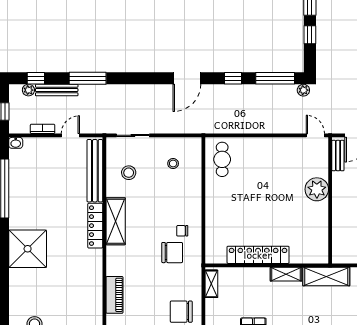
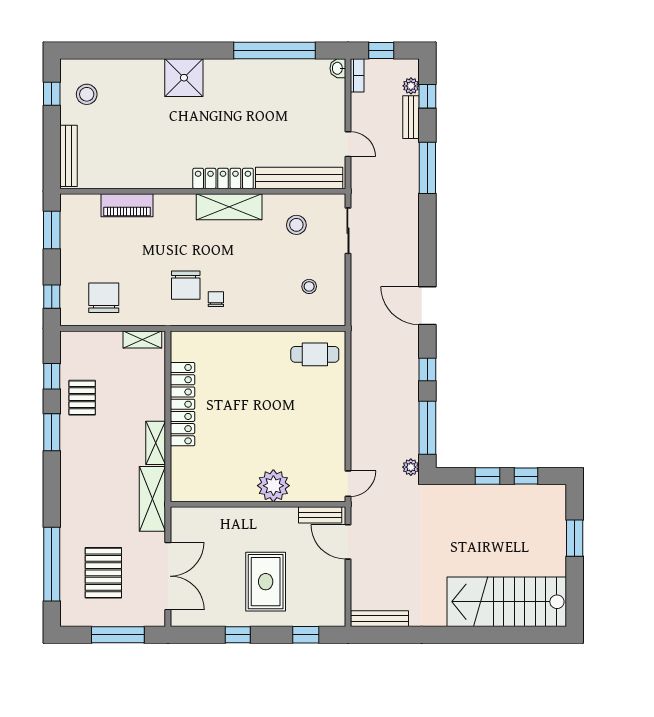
bench: (57, 90) -> (411, 117), width x0.73
bookcase: (43, 129) -> (357, 75), moved
shower: (28, 249) -> (184, 78), width x0.73, depth x0.73

